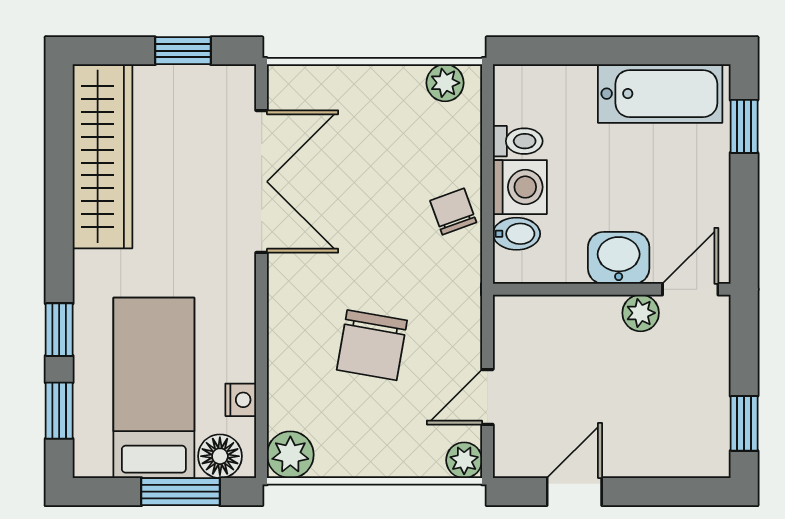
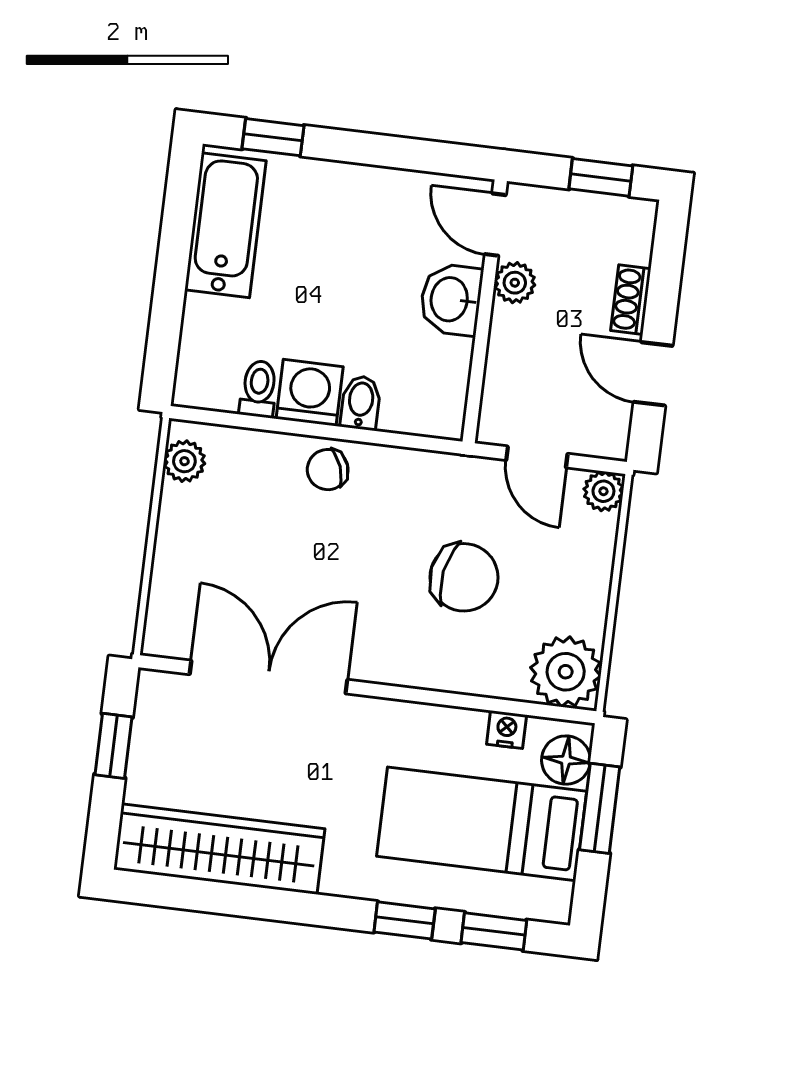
washbasin: (619, 258) -> (451, 299), moved
wall: (612, 289) -> (485, 311), moved
door: (690, 289) -> (495, 225), moved
plant: (641, 313) -> (515, 283), moved
plant: (290, 455) -> (566, 672), width x1.36, depth x1.36
shoe rack: (638, 464) -> (631, 300), added

